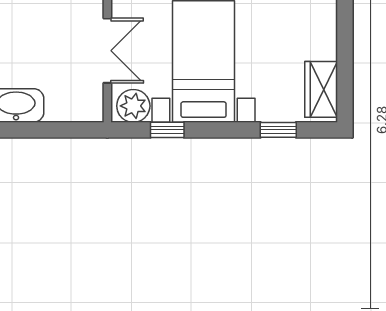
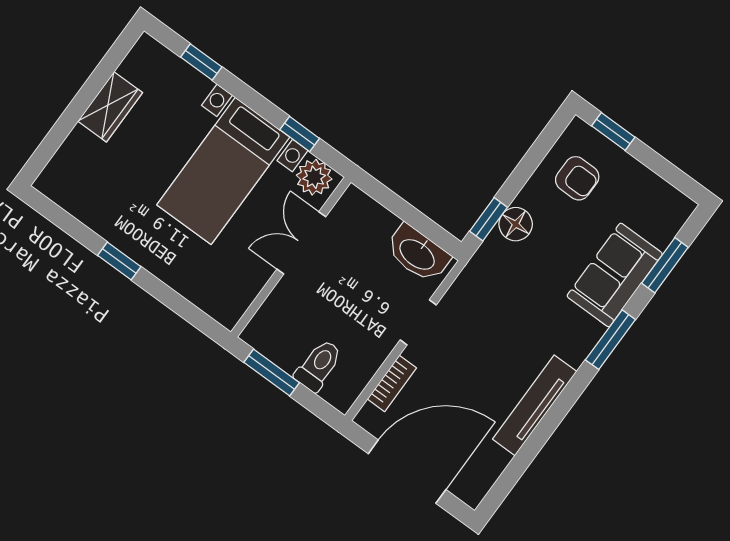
wardrobe: (321, 89) -> (110, 107), moved

